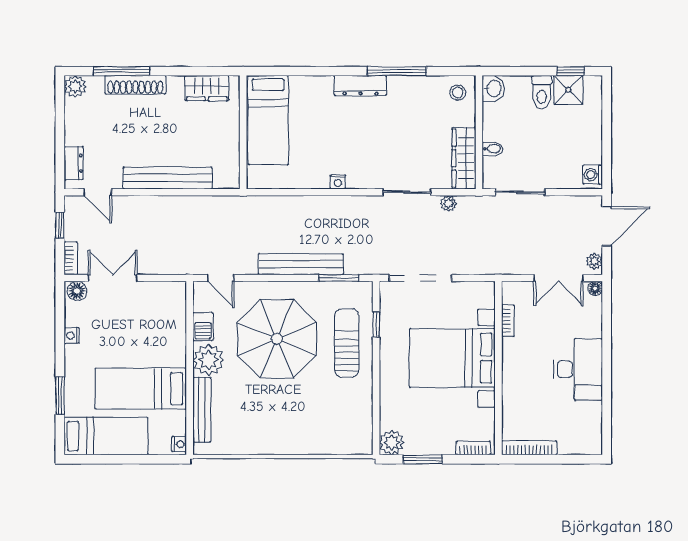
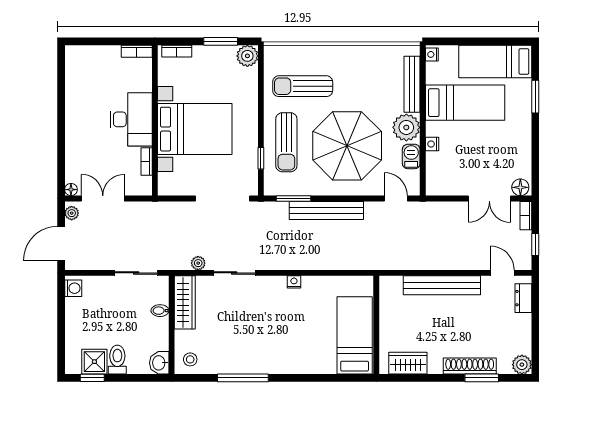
window: (121, 71) -> (482, 378), width x0.69
dresser: (360, 86) -> (274, 365), removed
nightstand: (72, 336) -> (432, 144), moved, turned 180
desk: (578, 369) -> (131, 119), moved, turned 180
sun lounger: (328, 408) -> (303, 86), added
bookcase: (529, 448) -> (137, 51), width x0.64

